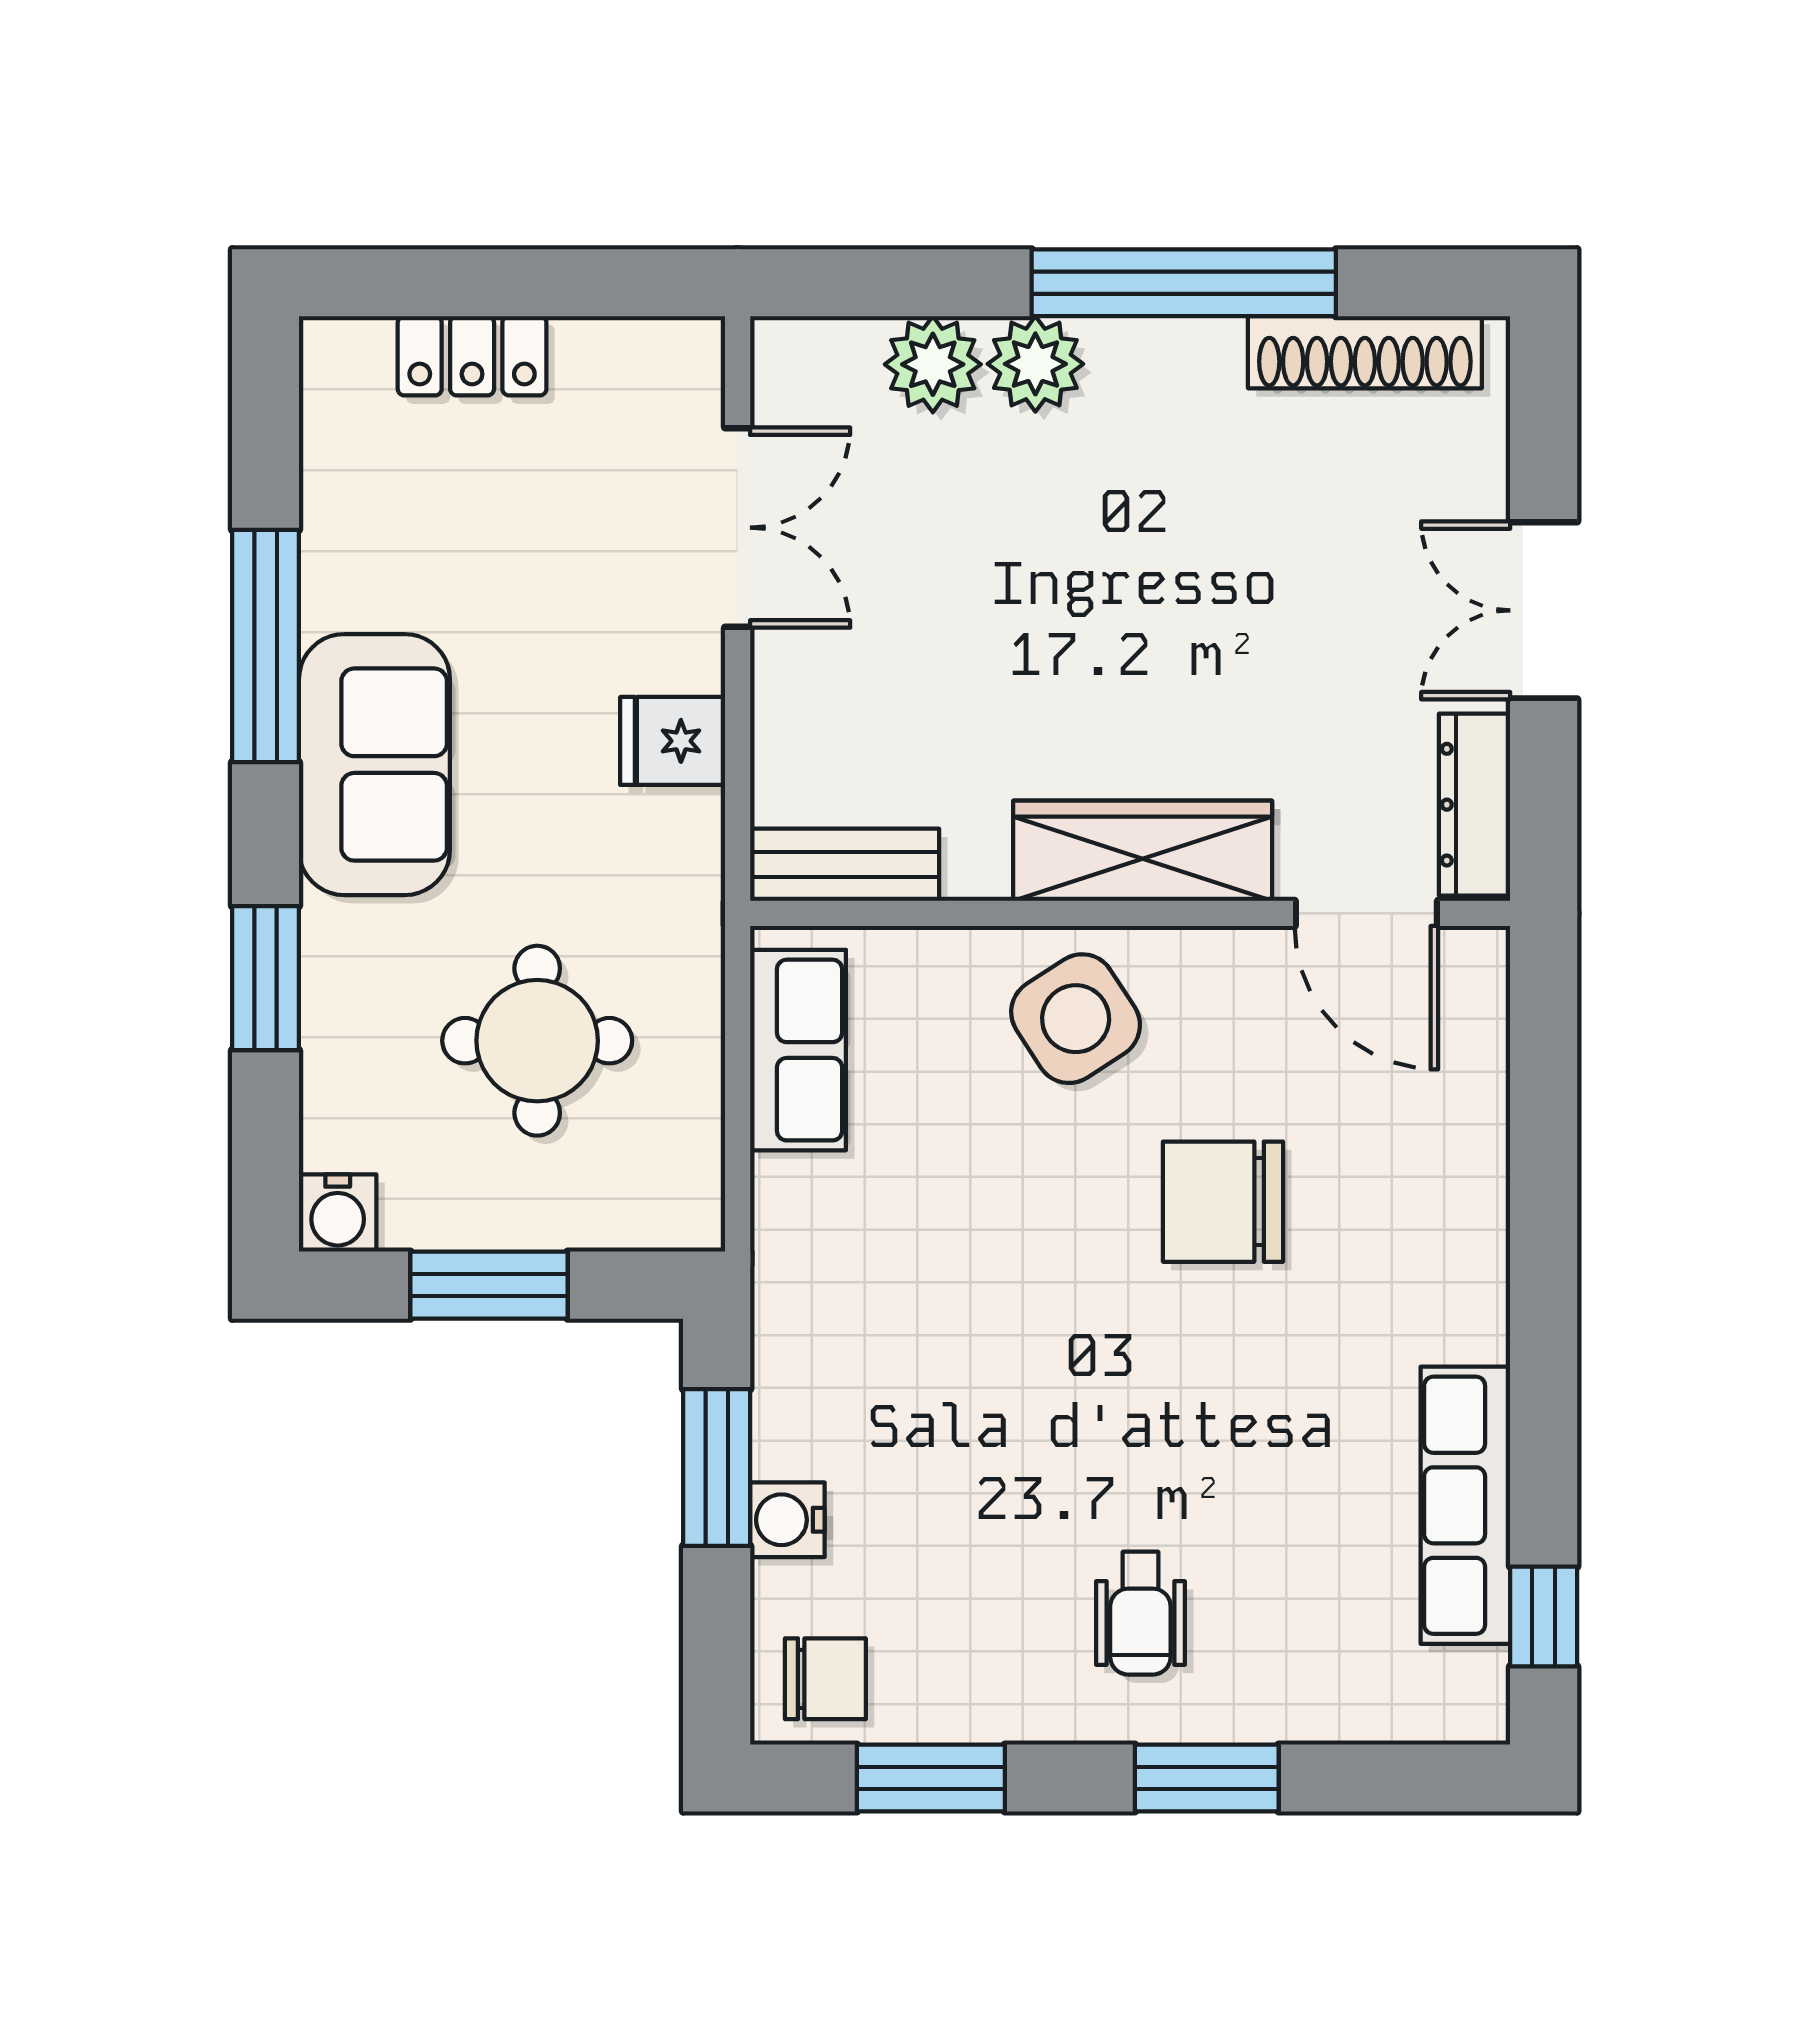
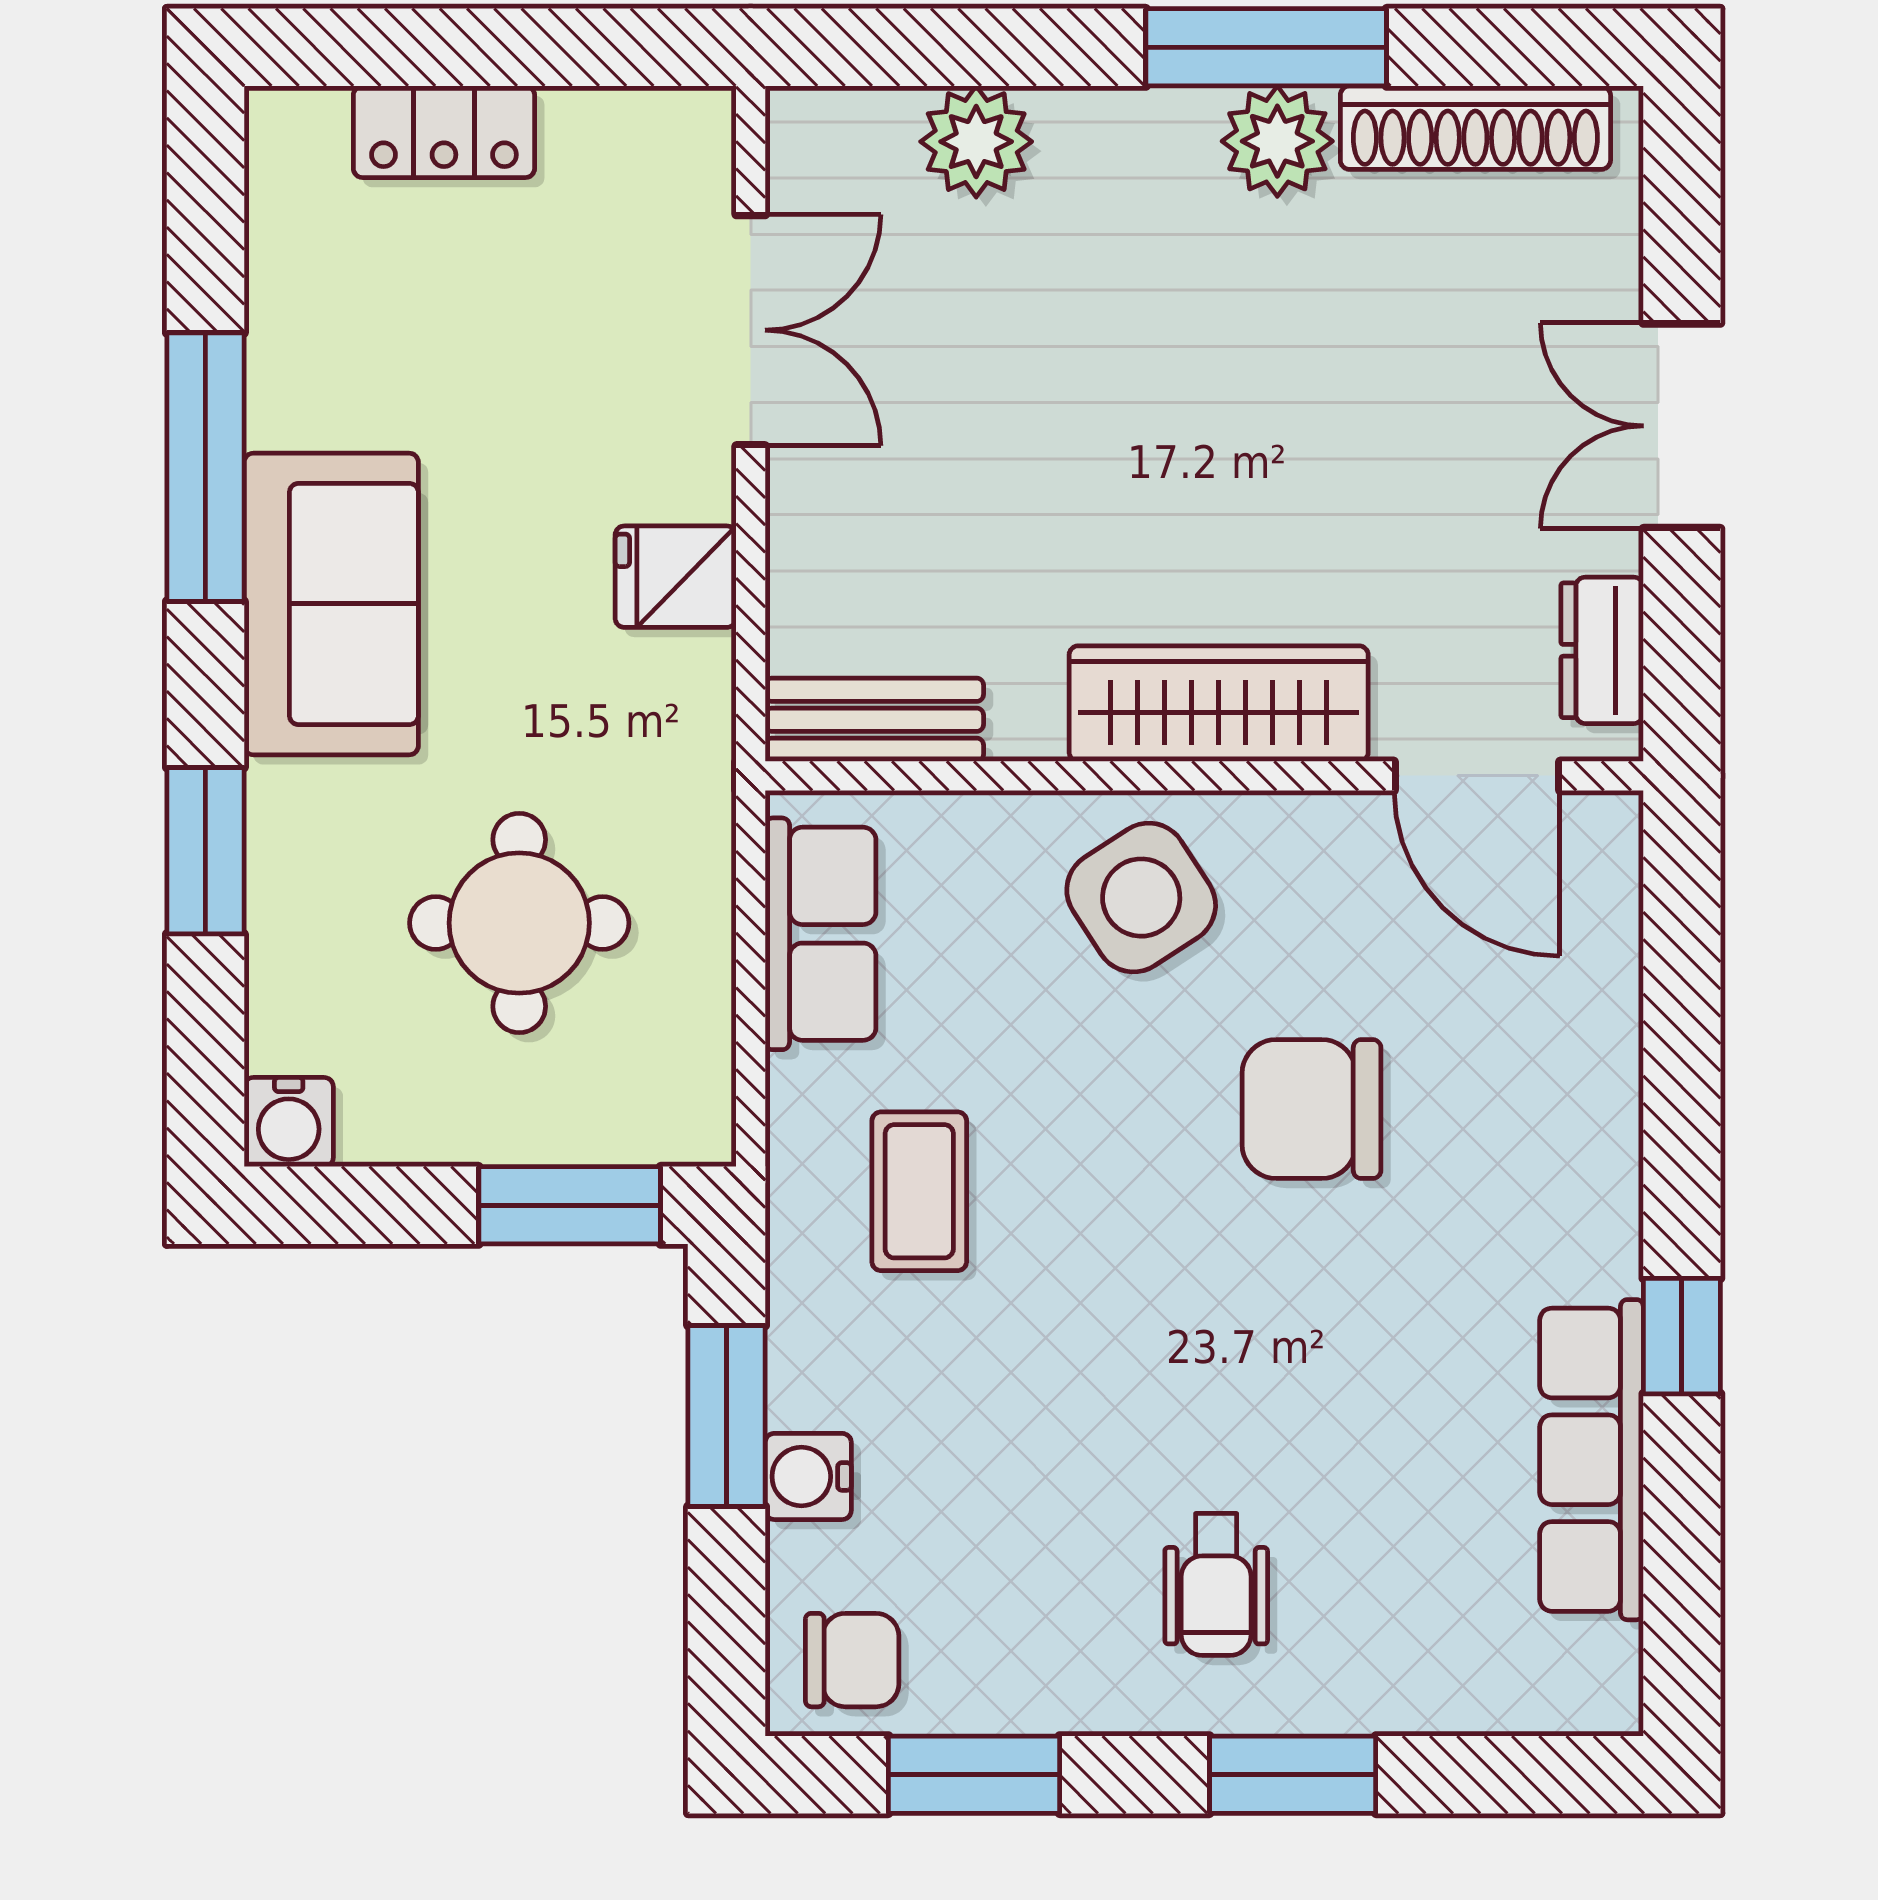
window: (1184, 283) -> (1266, 47), width x0.68
plant: (1035, 364) -> (1277, 141), moved
dresser: (1475, 805) -> (1602, 650), width x0.70
coffee table: (883, 1273) -> (919, 1191), added
window: (489, 1285) -> (570, 1205), moved
window: (1544, 1617) -> (1682, 1336), moved

